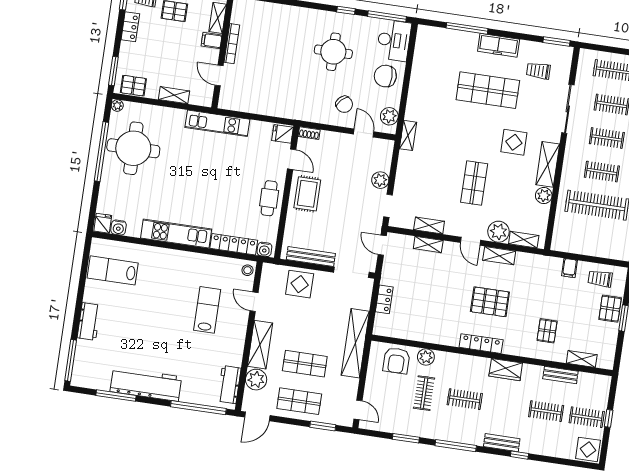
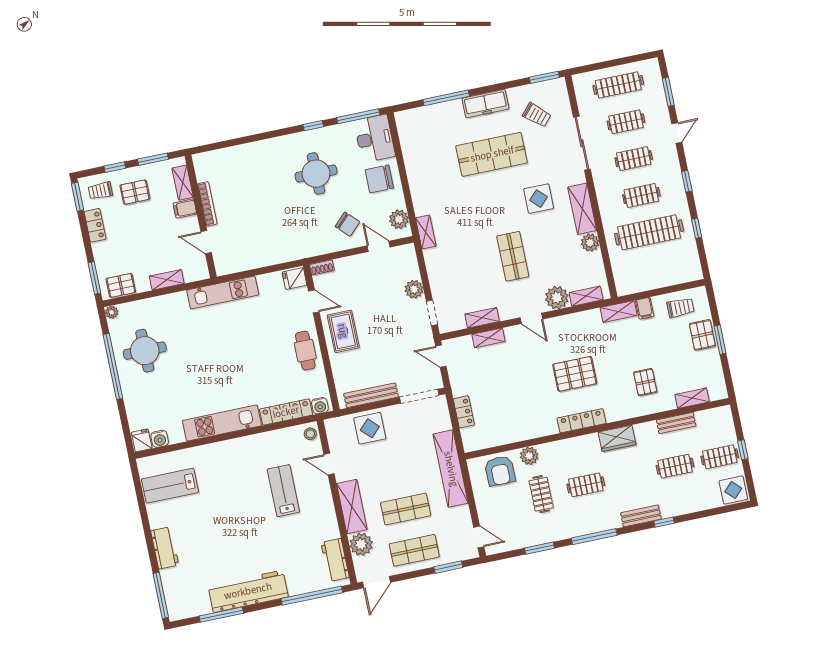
trolley: (538, 71) -> (537, 115), turned -139
round table: (133, 148) -> (145, 351), width x0.73, depth x0.73
shelving: (499, 256) -> (619, 312), moved
trolley: (600, 279) -> (681, 308), turned 180

